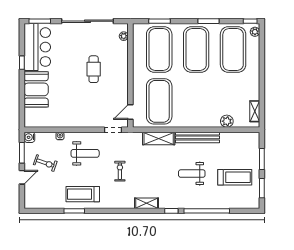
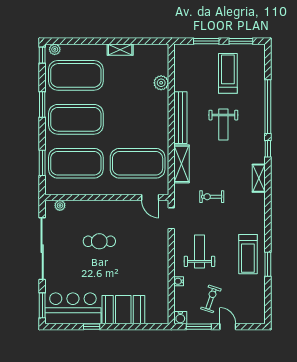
shelving: (255, 111) -> (120, 50), moved
exercise bike: (120, 171) -> (212, 197), moved

